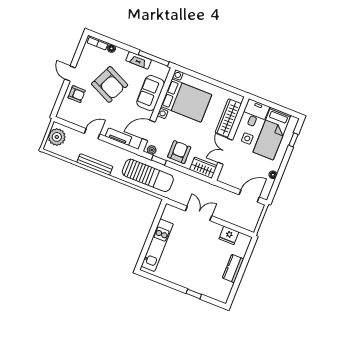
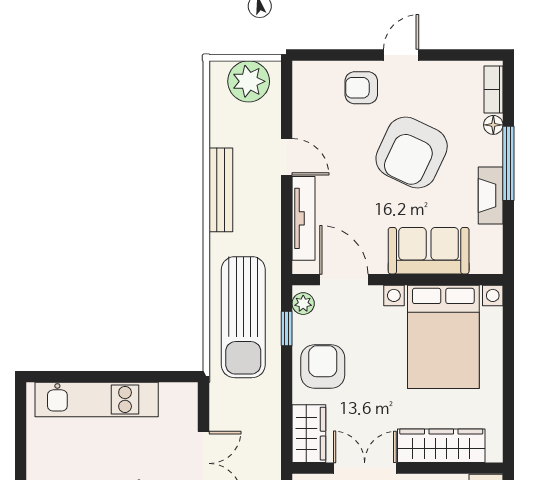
window: (154, 58) -> (508, 163), moved
armchair: (77, 94) -> (361, 88), turned 90
tv unit: (119, 137) -> (304, 218), width x1.41
armchair: (179, 152) -> (323, 366), turned -90

